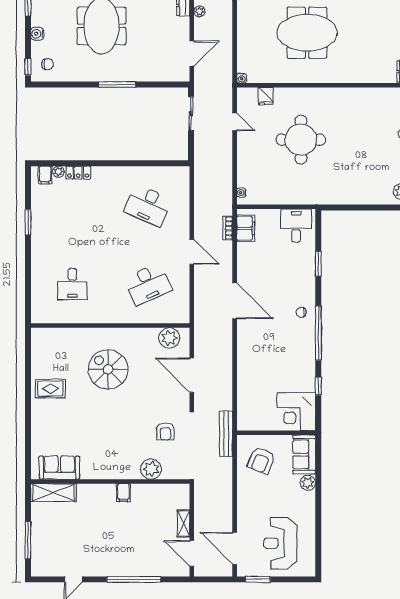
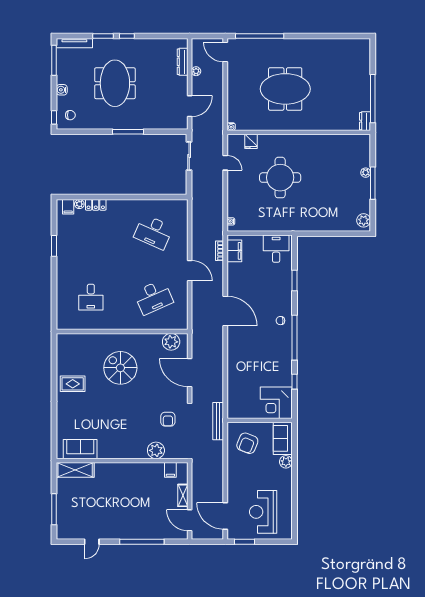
filing cabinet: (123, 493) -> (170, 470), moved

